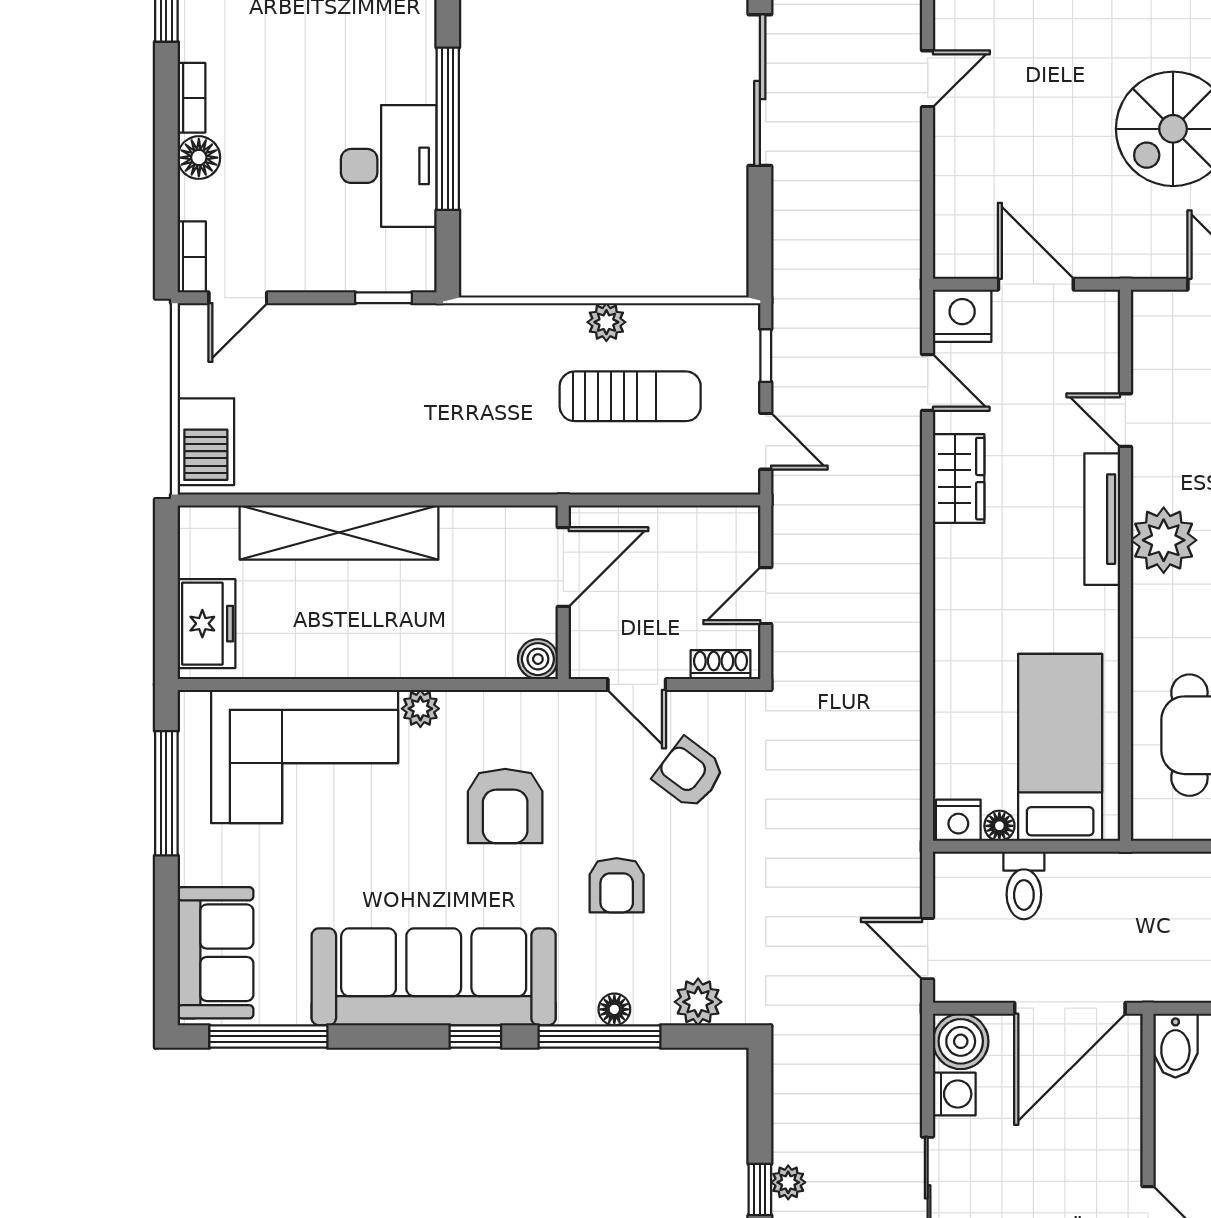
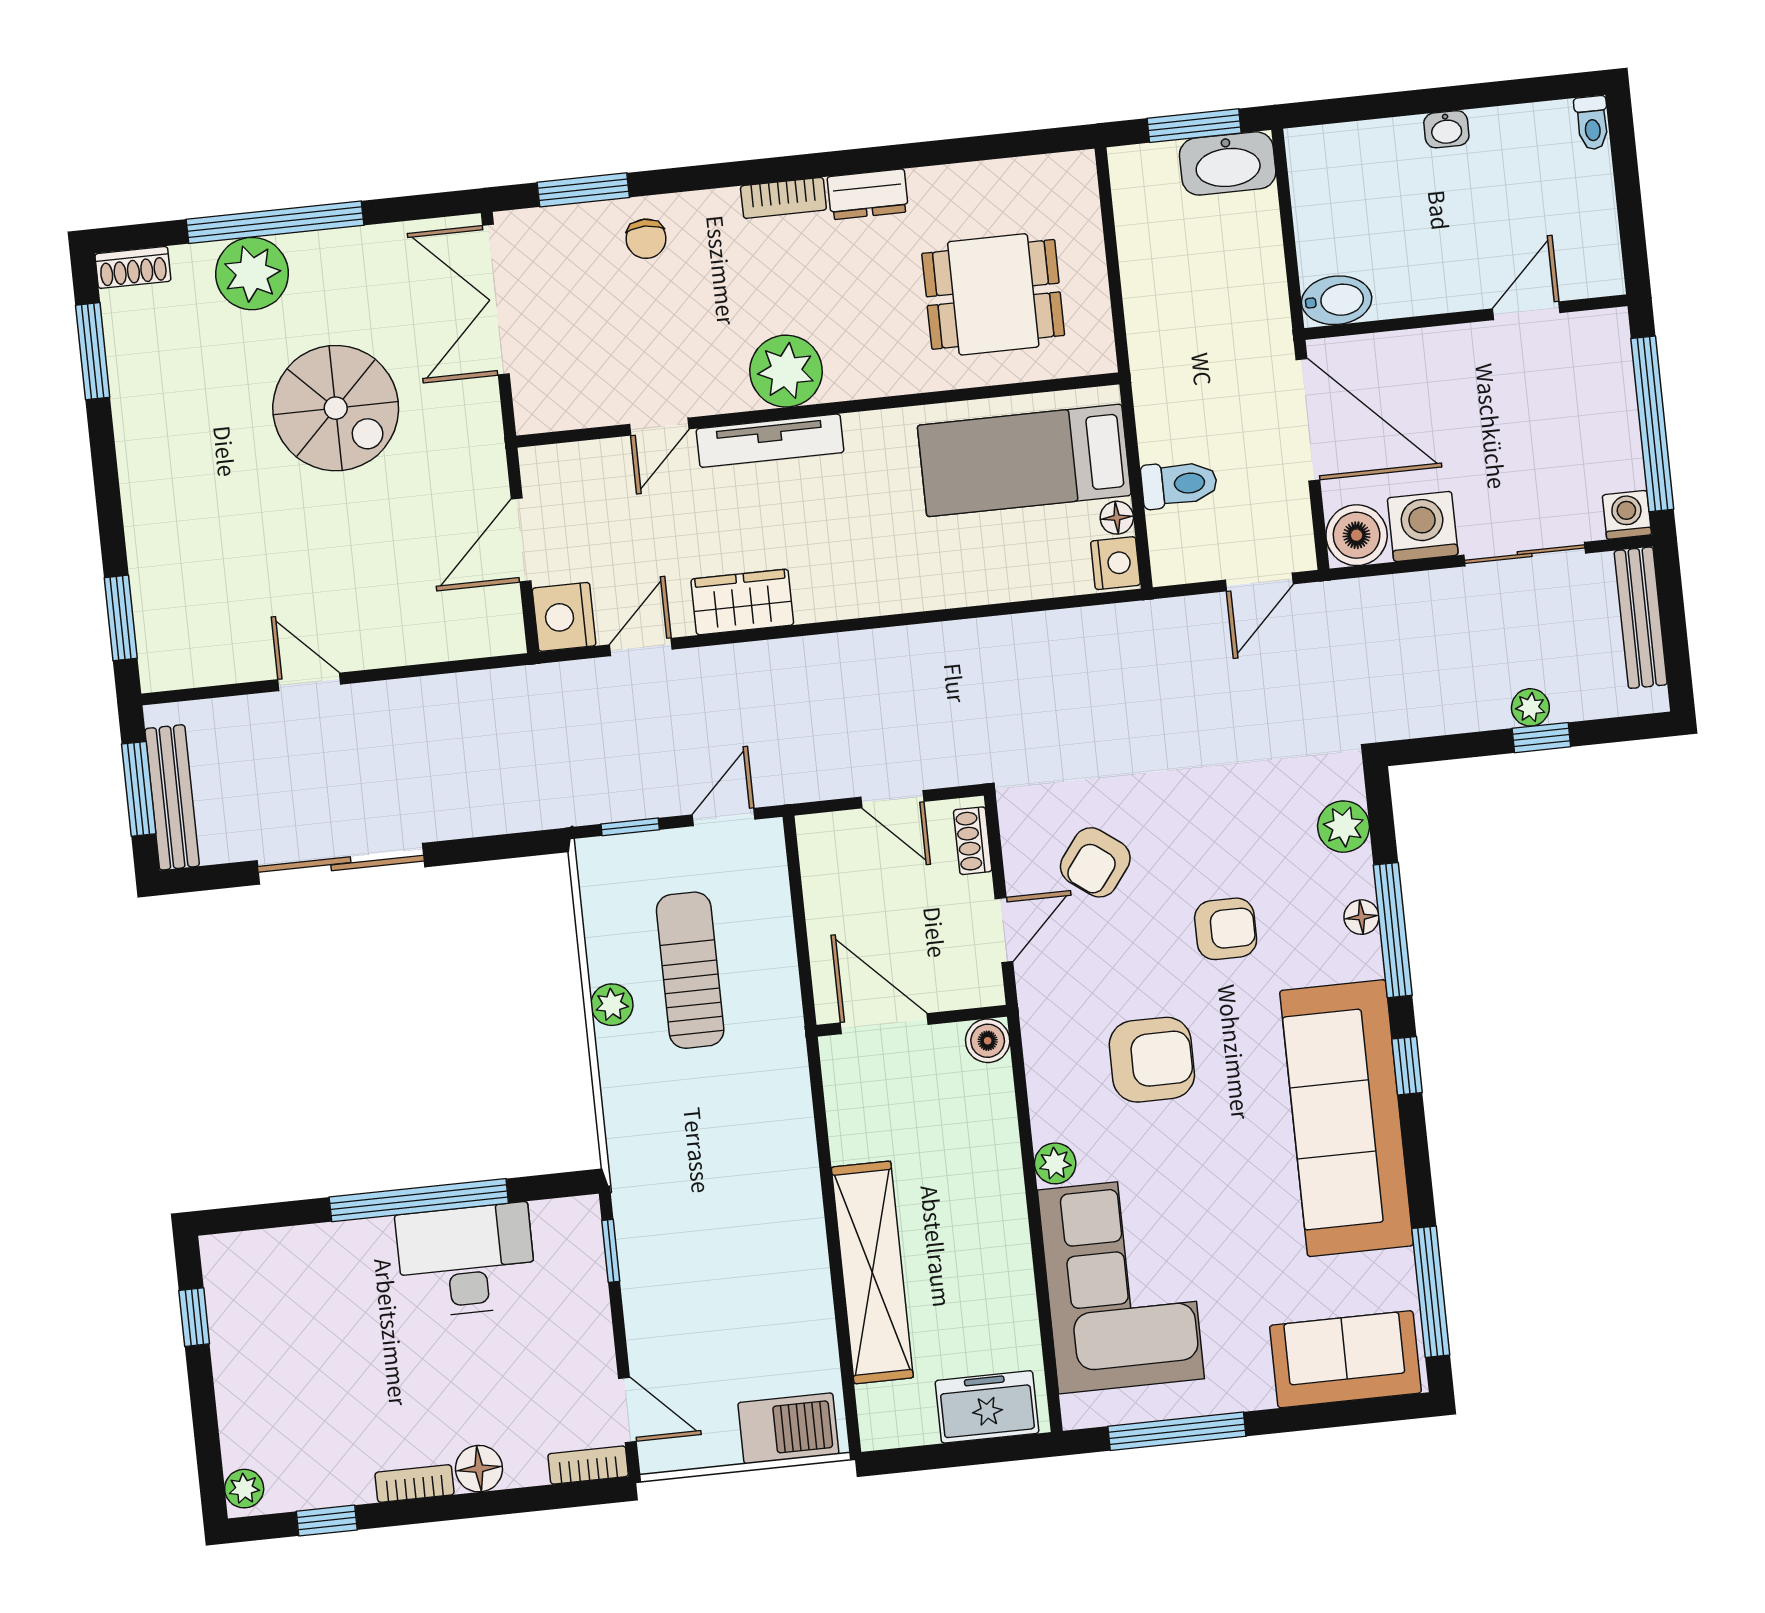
washing machine: (954, 1094) -> (1423, 526), width x1.38, depth x1.38

